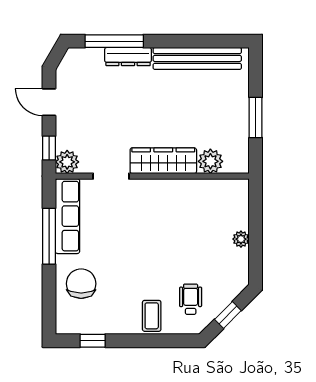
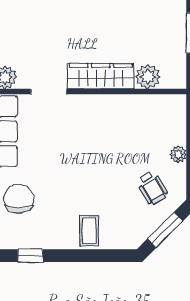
wheelchair: (191, 299) -> (152, 188), moved, turned 149
window: (228, 315) -> (165, 230), width x1.50

